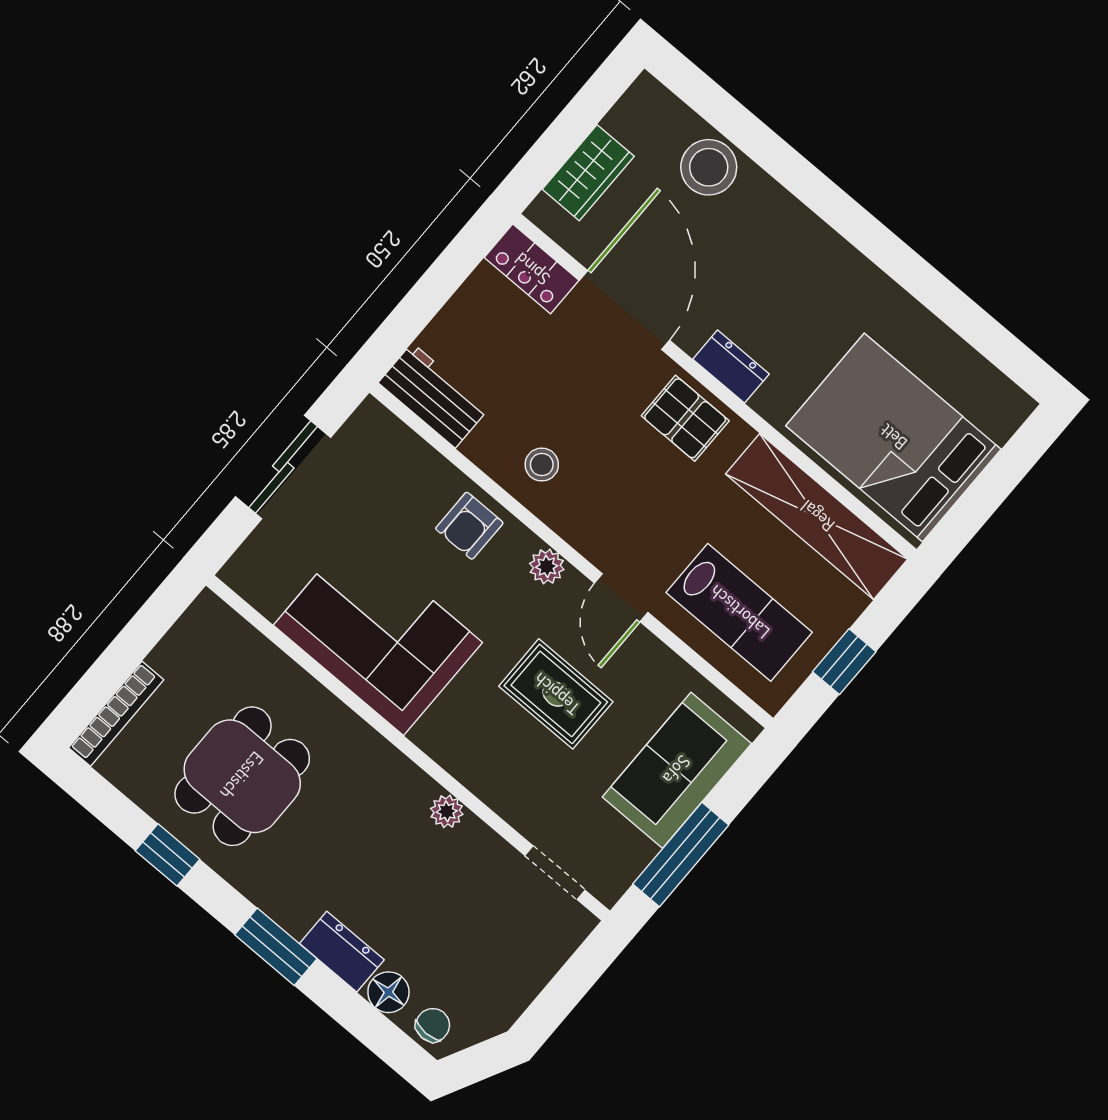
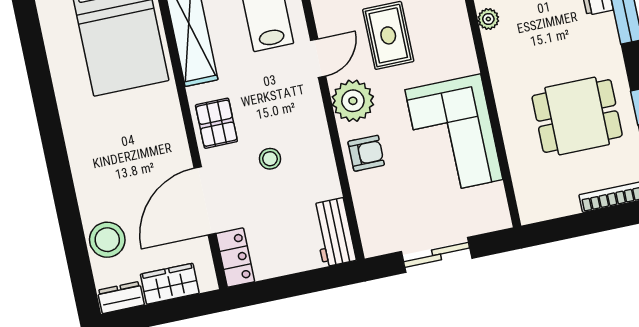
dresser: (731, 367) -> (121, 298), moved, turned 90
stool: (542, 465) -> (270, 159), moved
plant: (547, 566) -> (353, 101), width x1.88, depth x1.88

